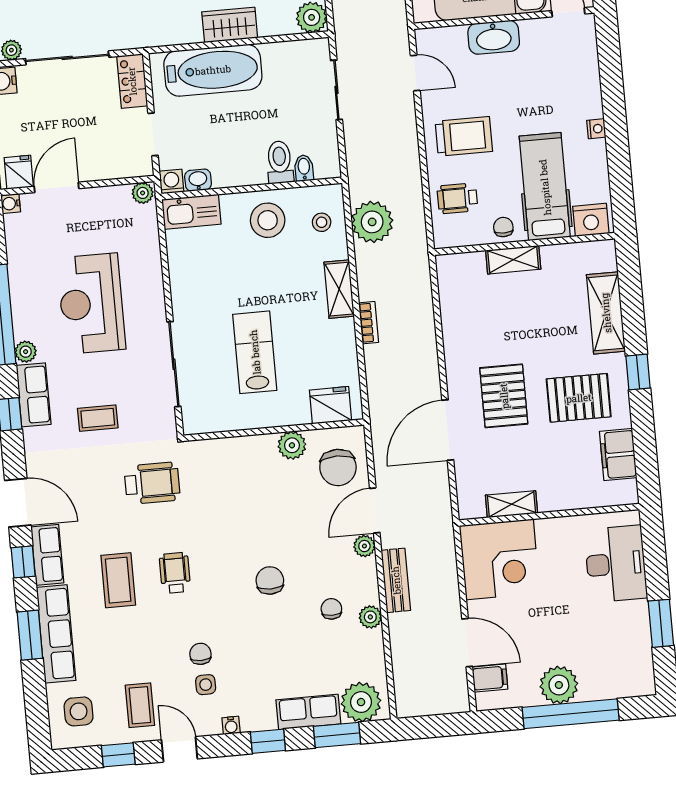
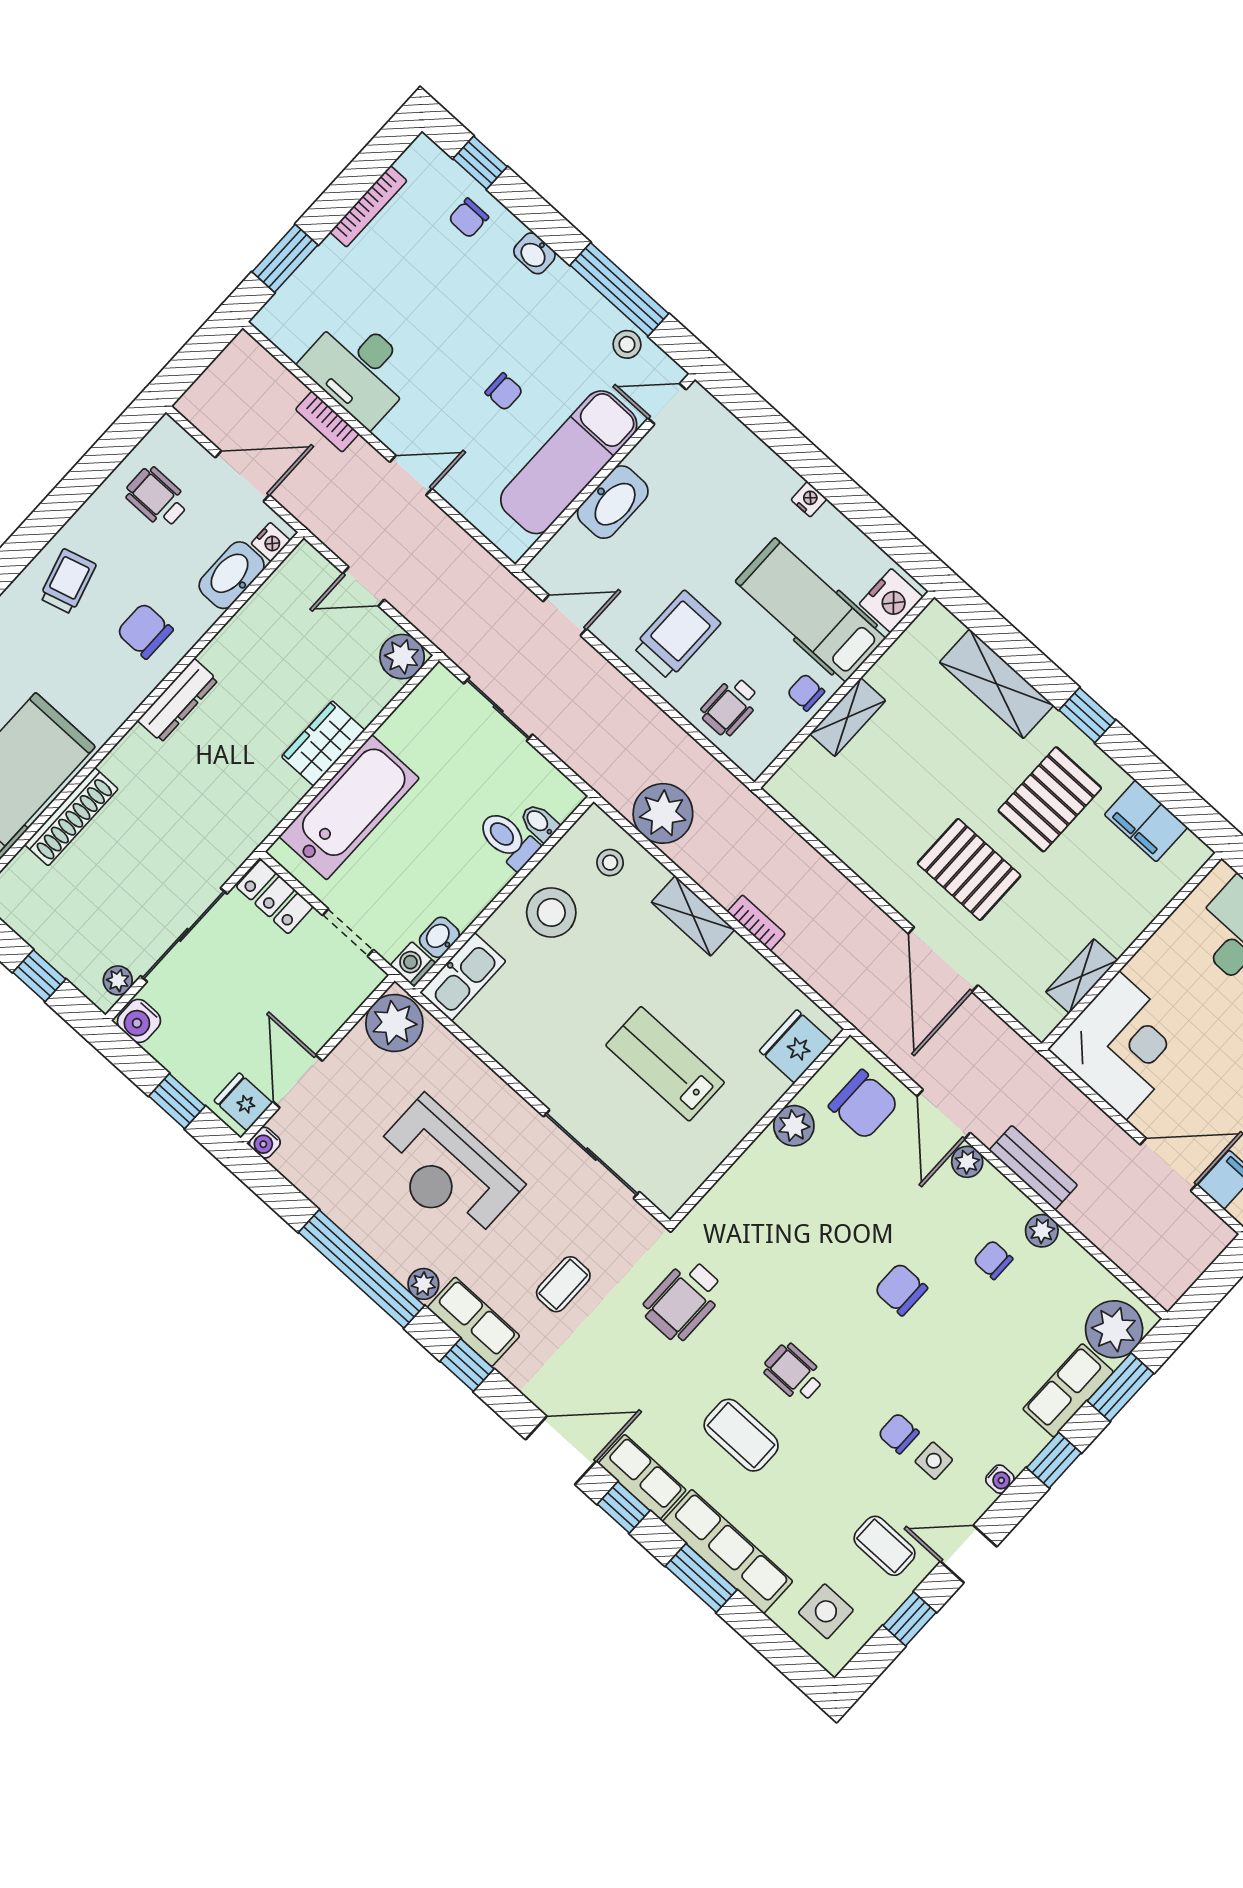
plant: (143, 193) -> (394, 1023), width x1.87, depth x1.87
wheelchair: (152, 483) -> (683, 1300), turned 180

